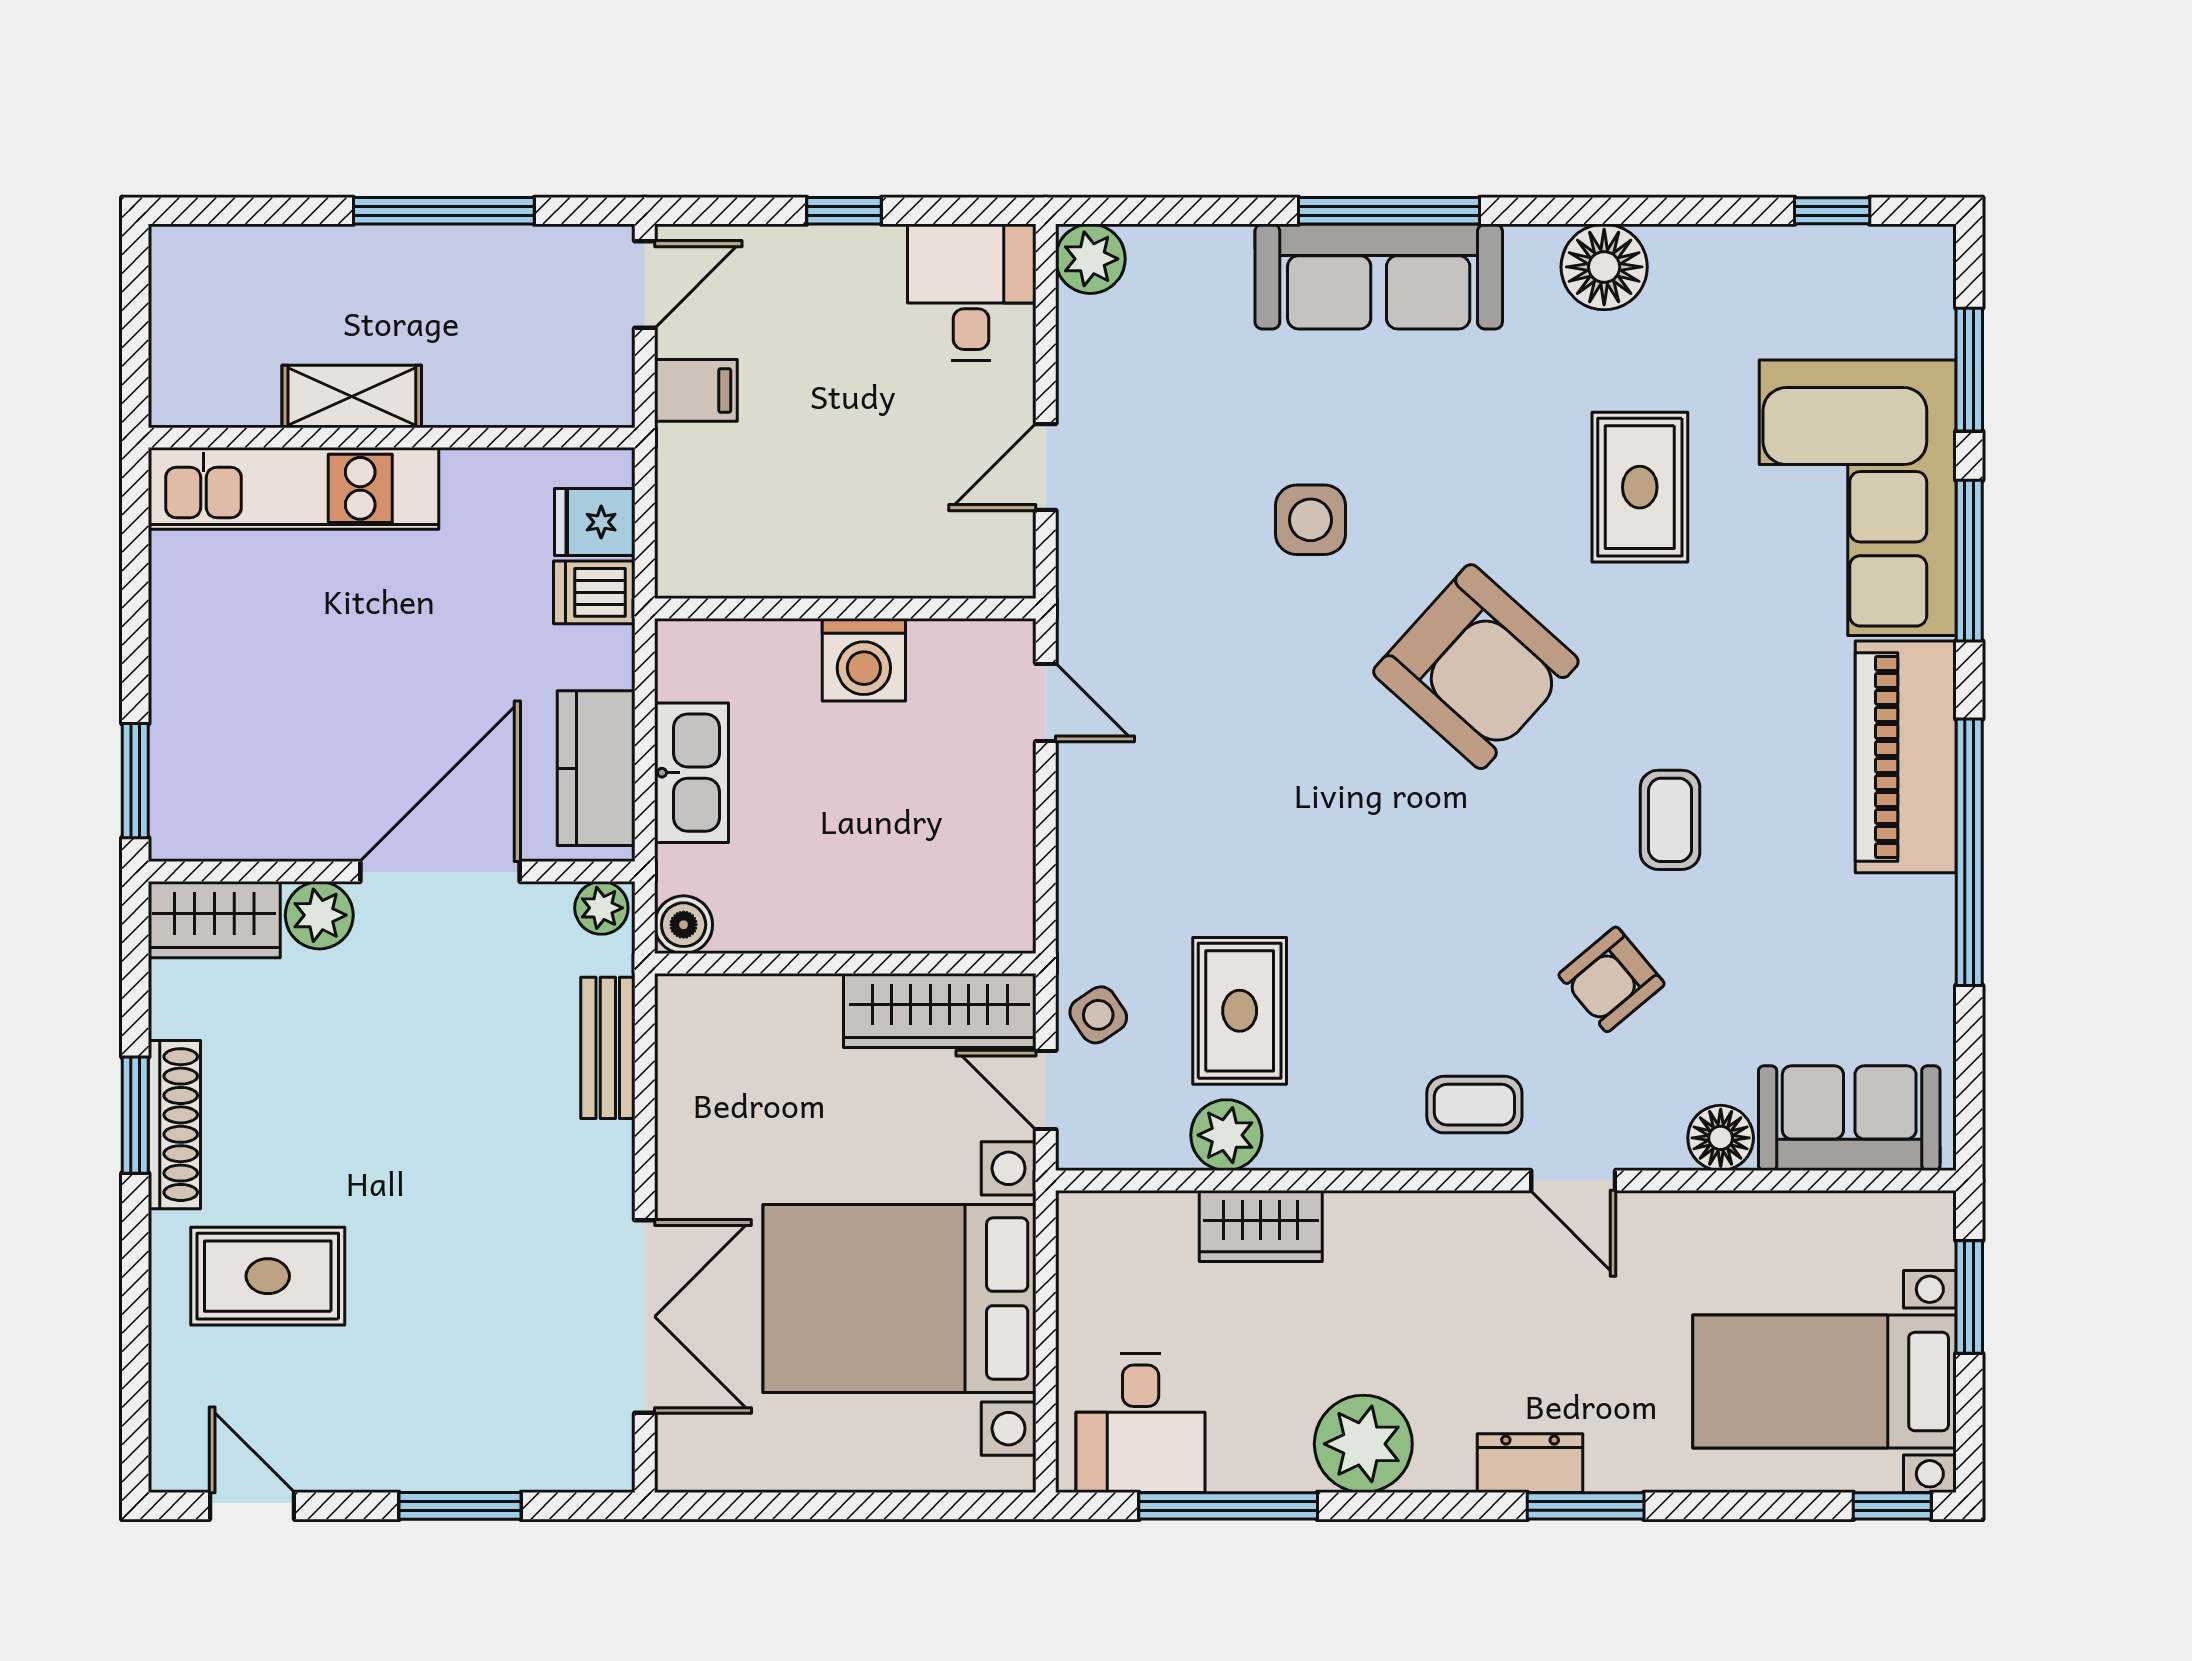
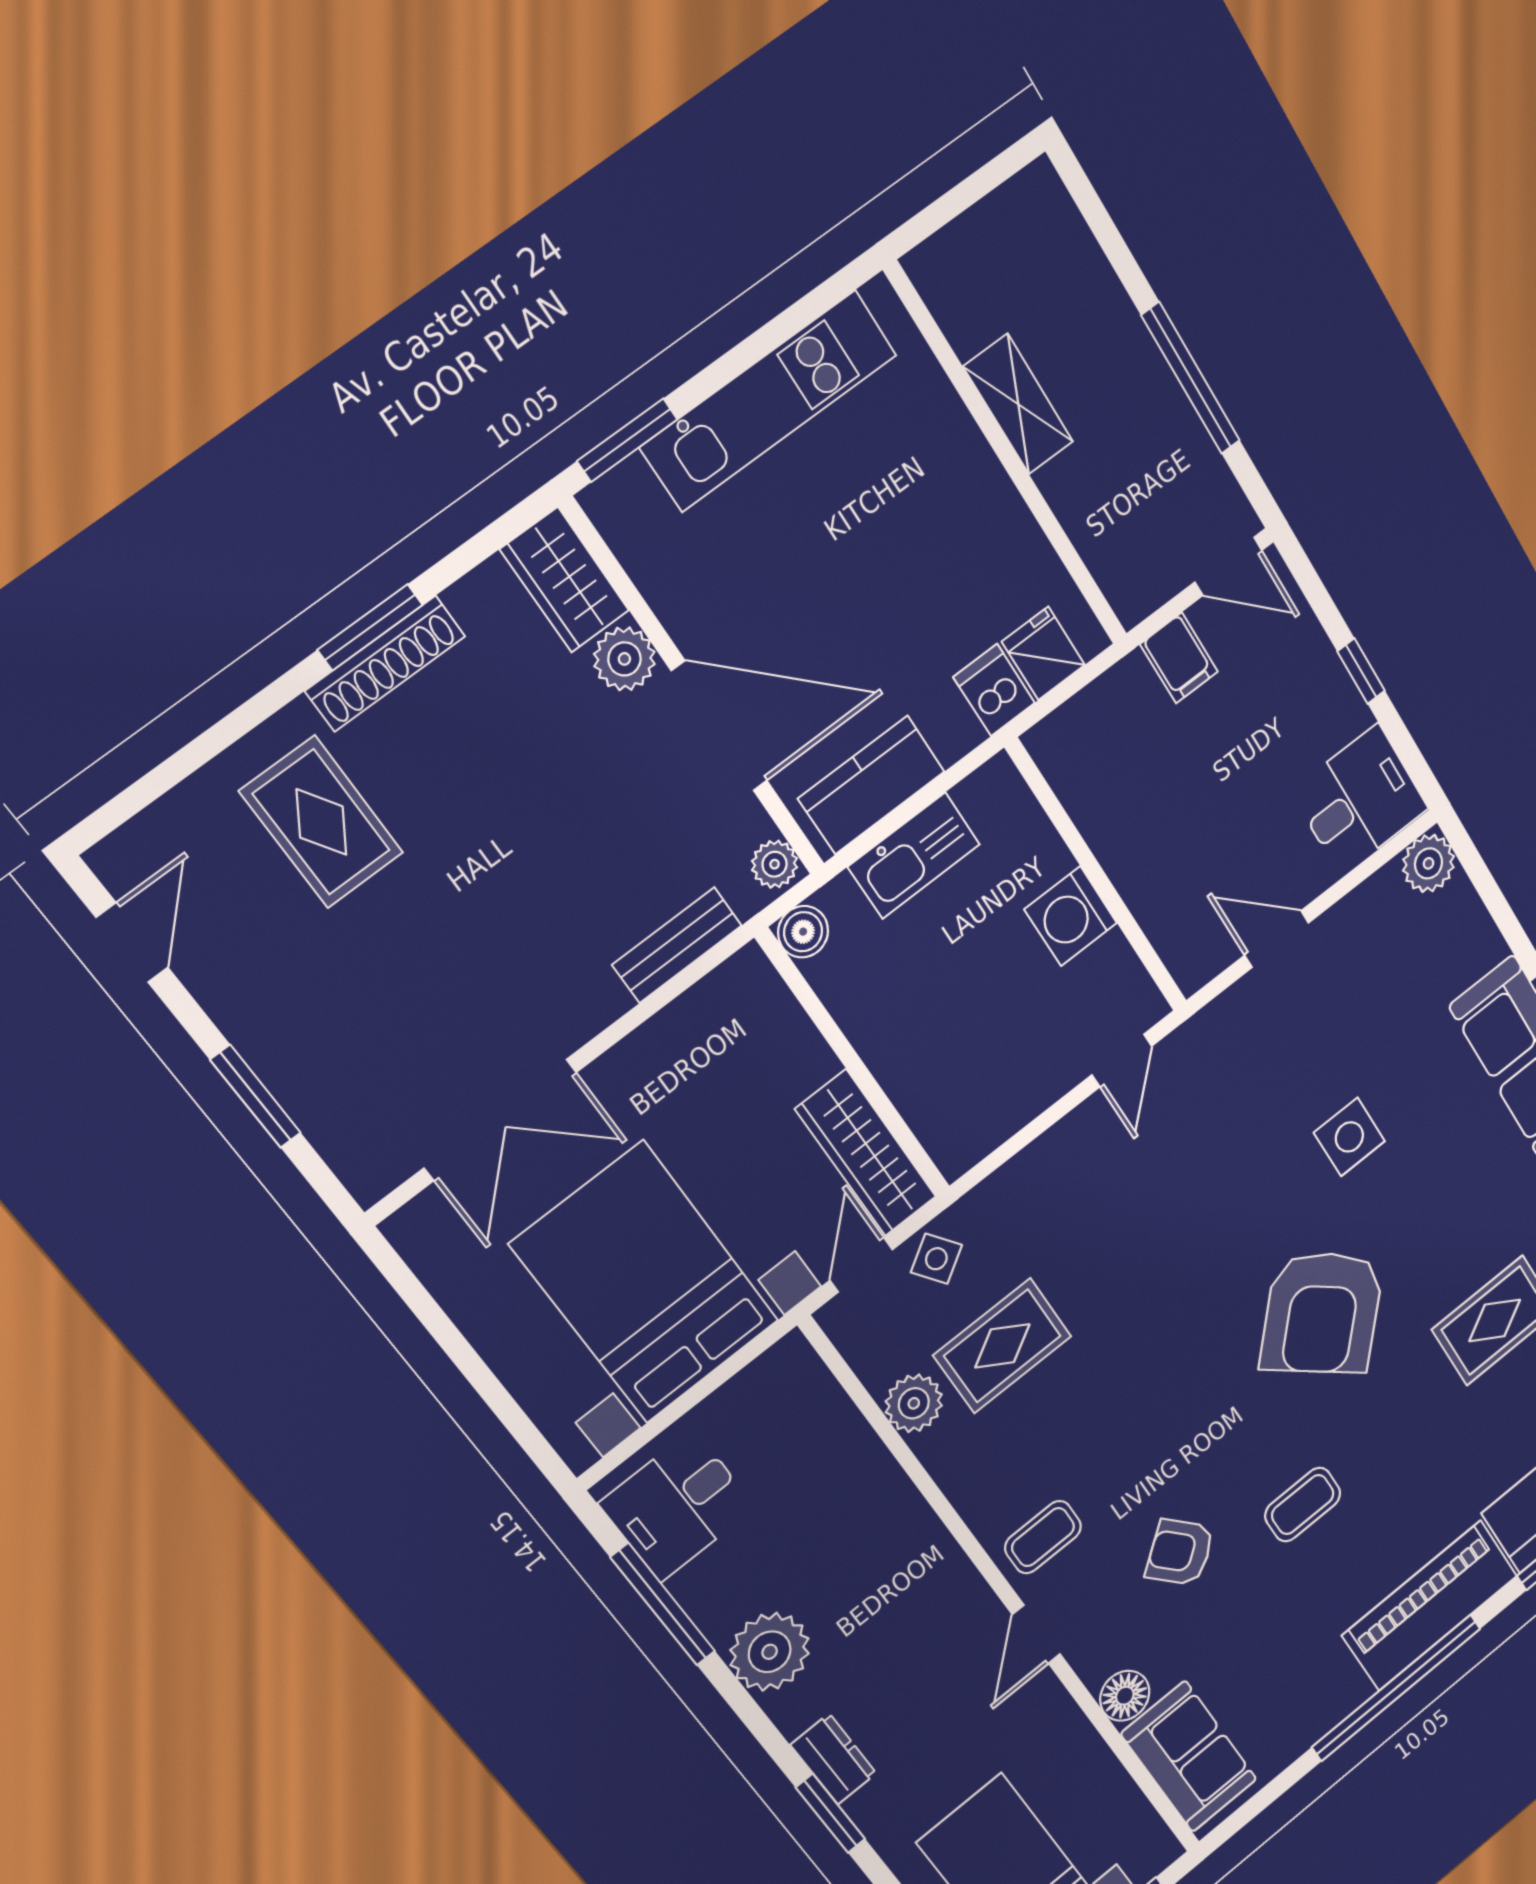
kitchen unit: (293, 488) -> (769, 401), moved, turned -90
coffee table: (1474, 1105) -> (1043, 1537), turned 90
wardrobe: (1261, 1226) -> (869, 1473), removed

